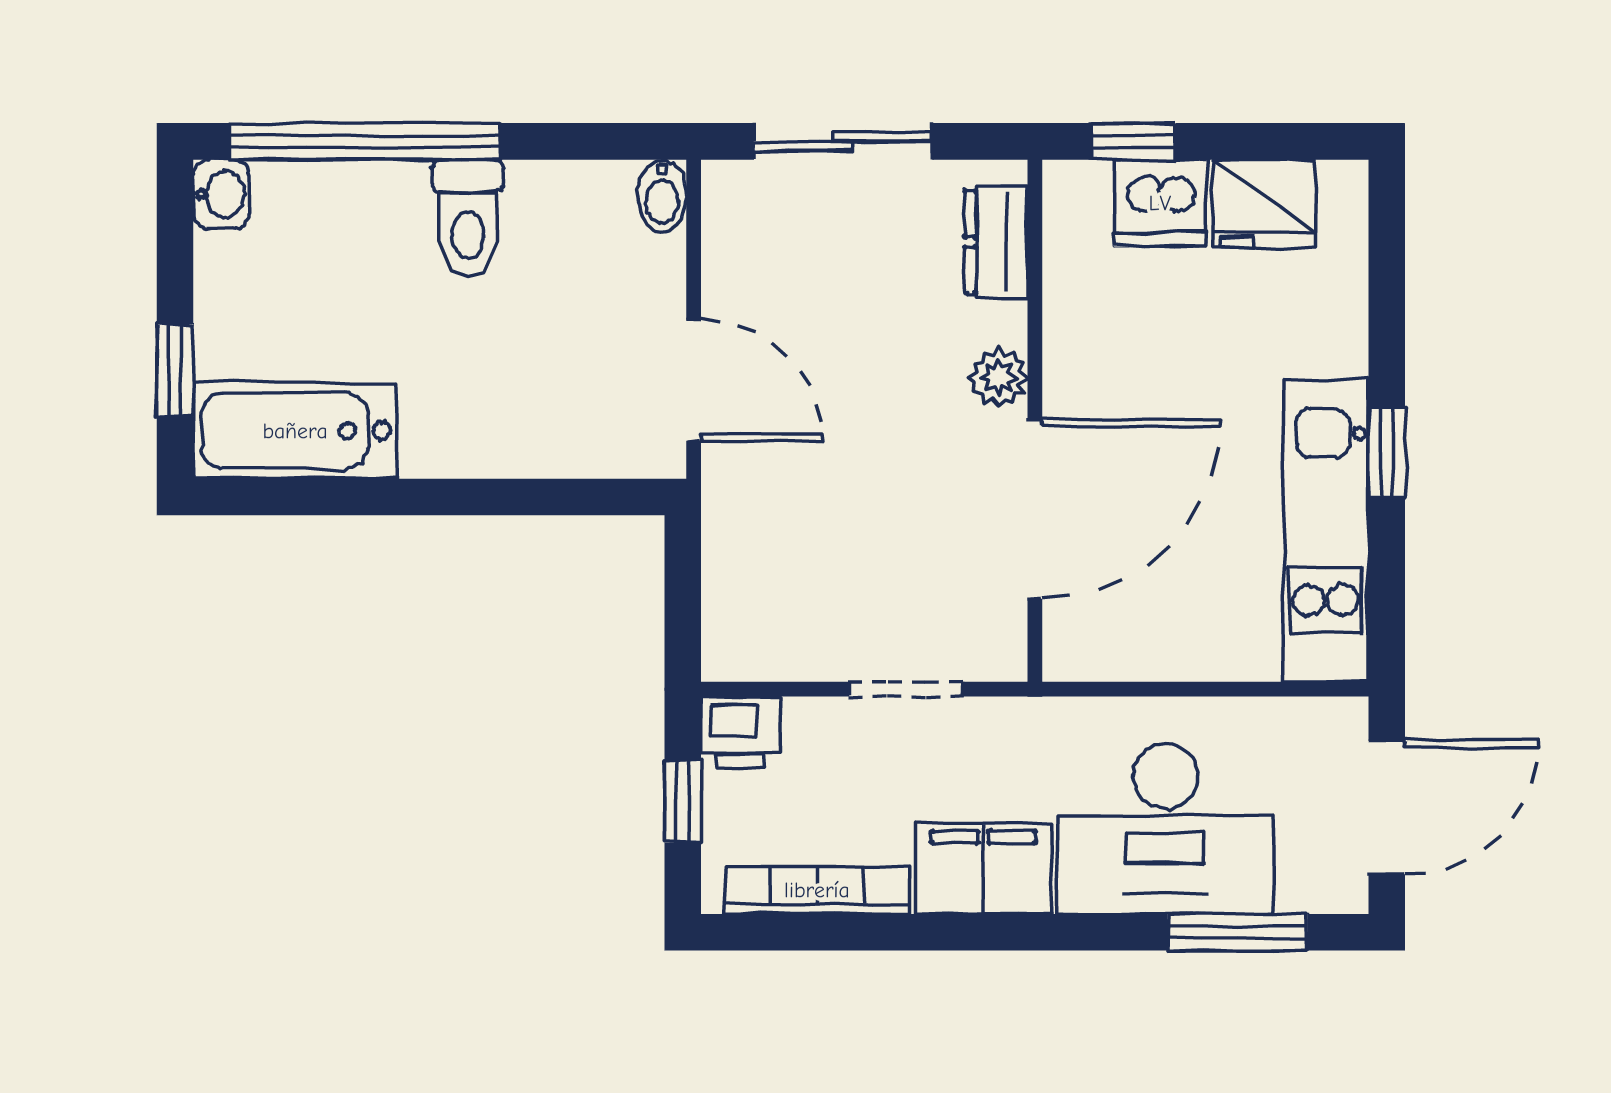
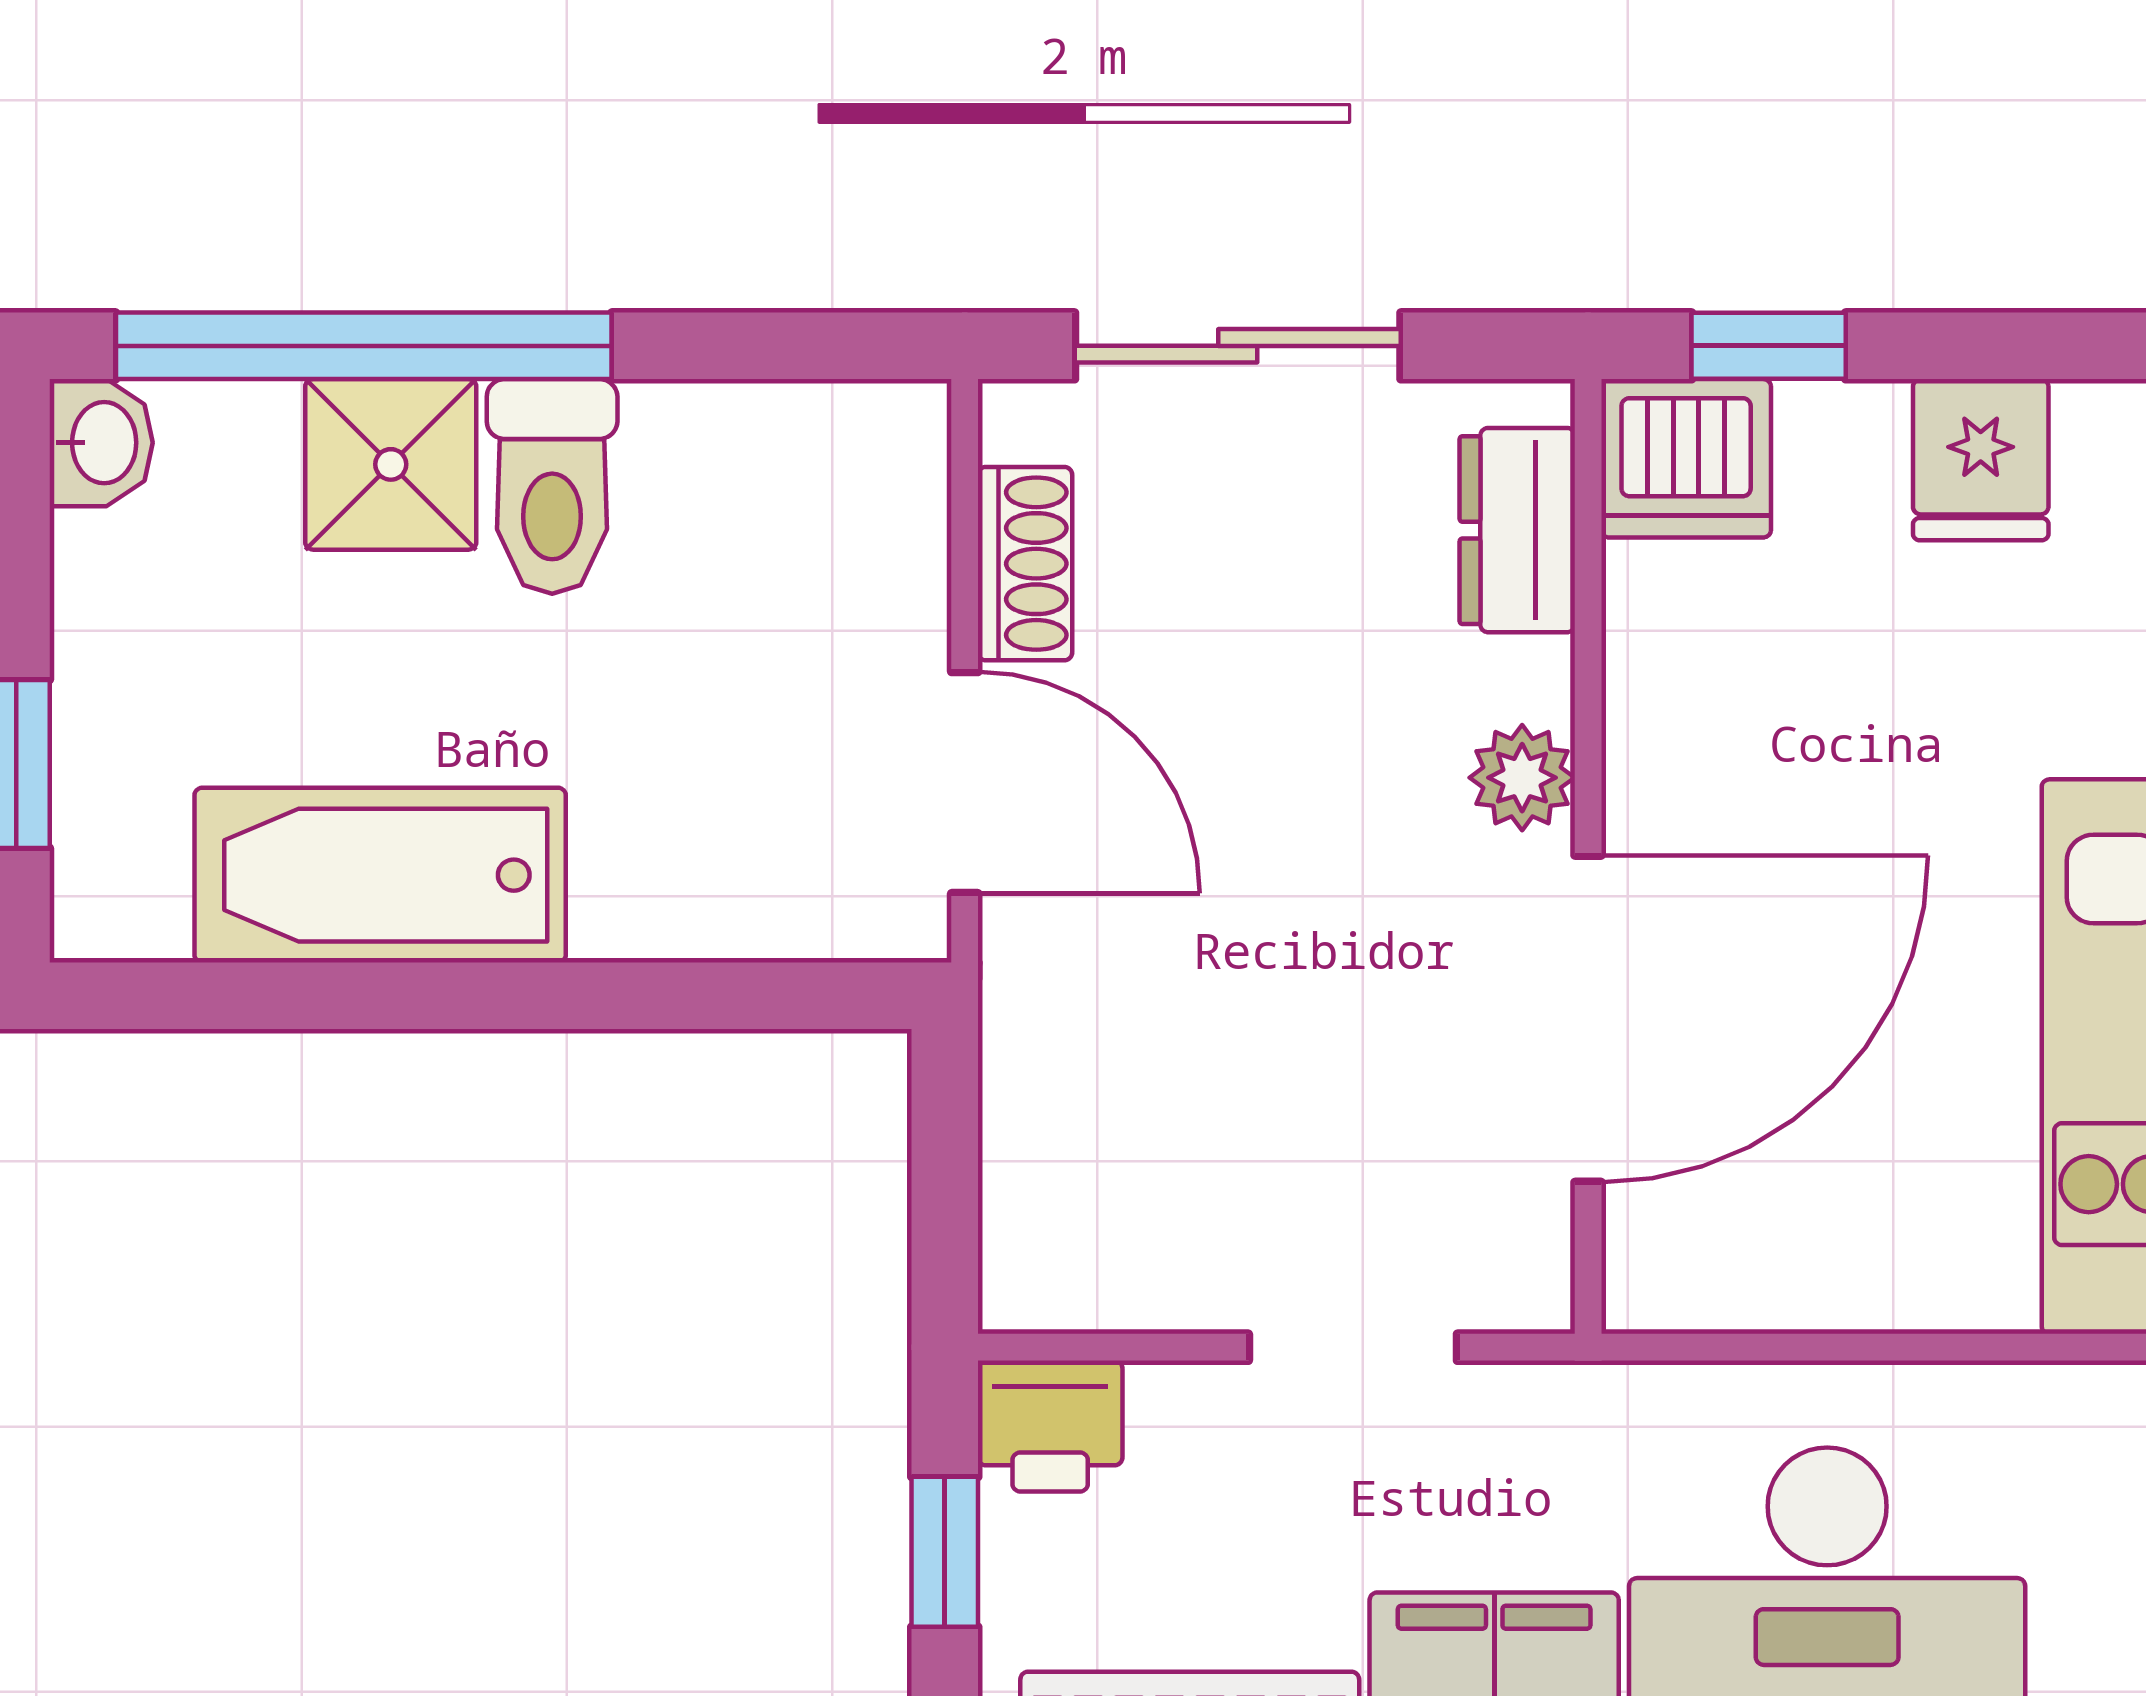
bidet: (662, 196) -> (906, 445), removed
dishwasher: (1160, 203) -> (1686, 458), moved
fridge: (1264, 204) -> (1981, 460), width x0.72
shower: (380, 206) -> (391, 464), added
shoe rack: (727, 261) -> (1025, 564), added
bathtub: (295, 431) -> (380, 875), moved

